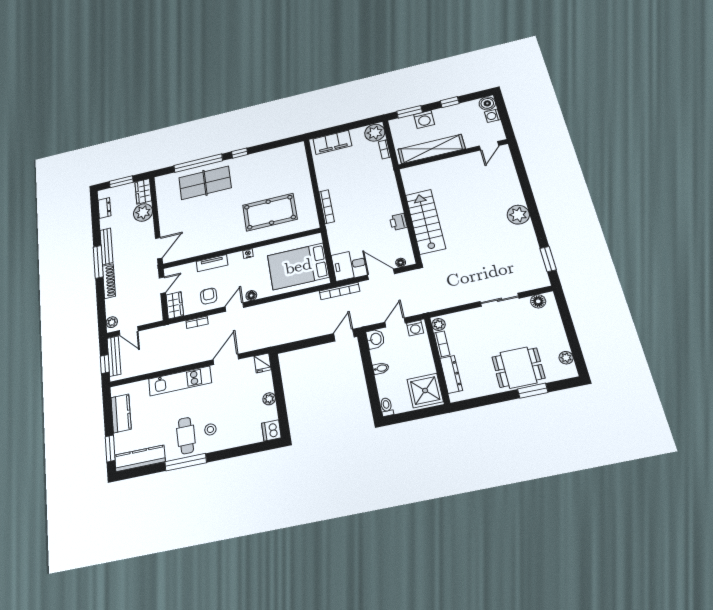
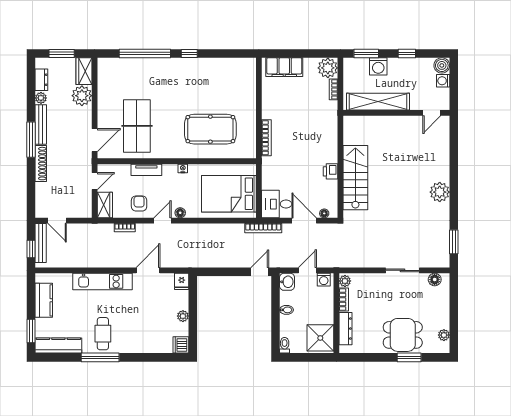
table tennis table: (205, 183) -> (137, 126), moved, turned 90
plant: (112, 322) -> (41, 98), moved
stool: (210, 429) -> (126, 333), removed

